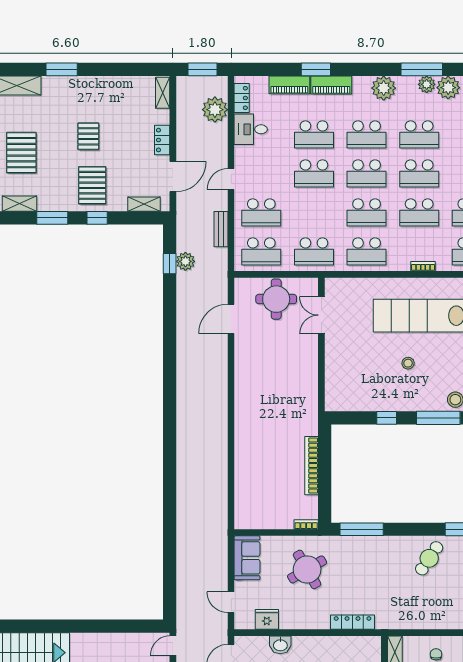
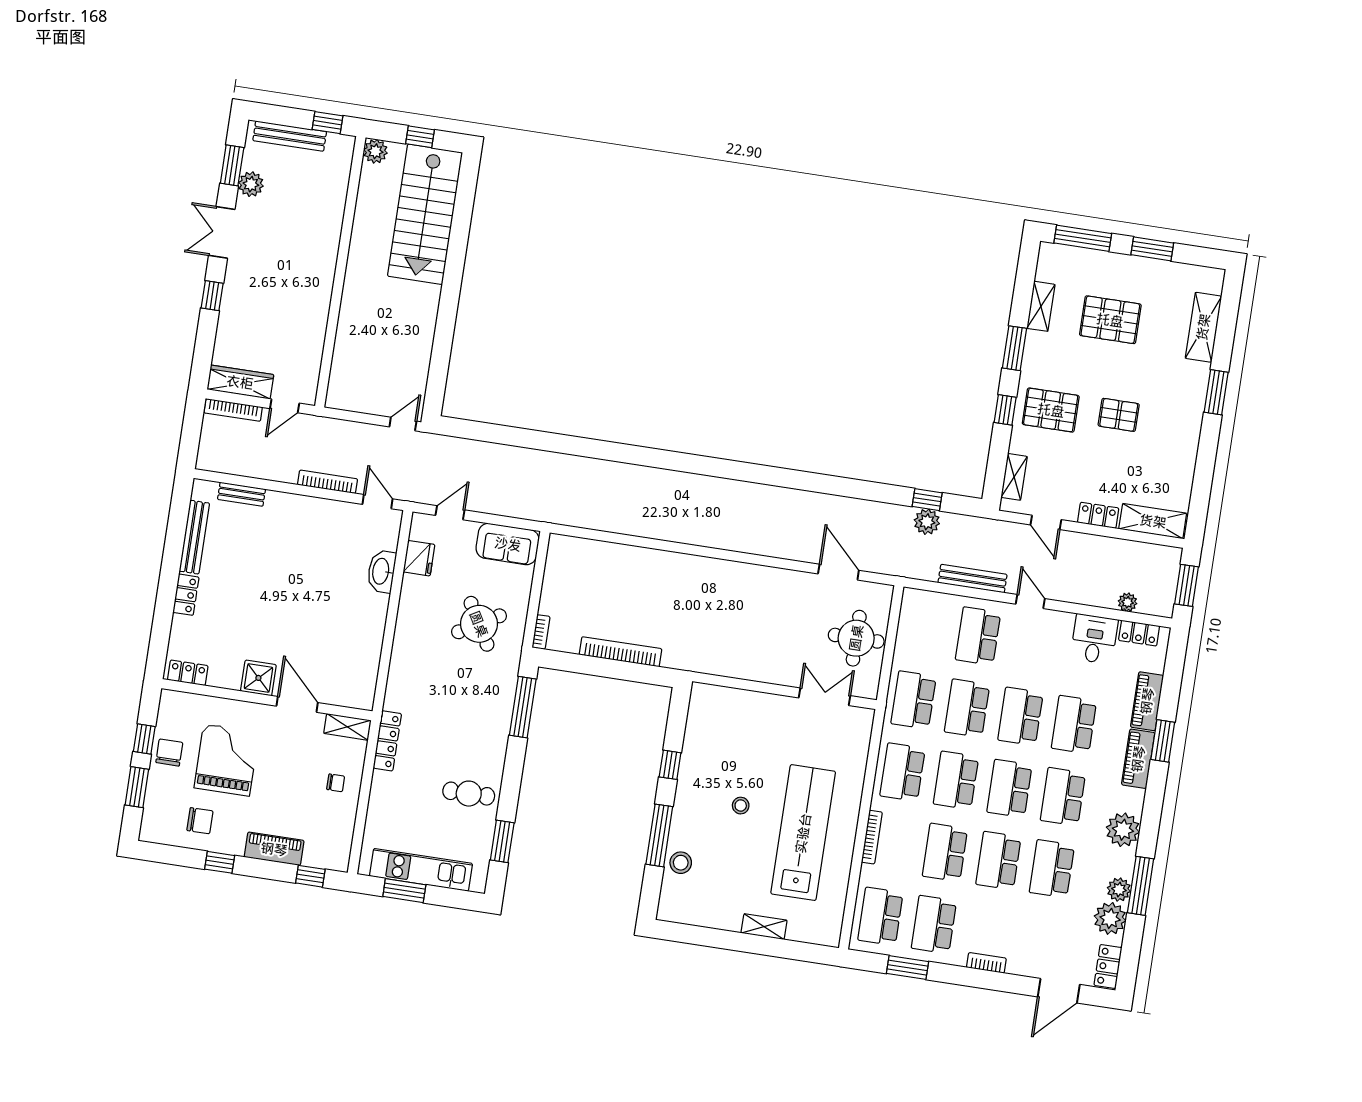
shelving: (163, 93) -> (1153, 521), width x1.50, depth x1.33
plant: (215, 110) -> (1128, 602), width x0.53, depth x0.53
door: (173, 177) -> (1046, 522), width x0.73
bench: (221, 229) -> (972, 579), width x1.36
school desk: (261, 251) -> (967, 708), moved
bookcase: (423, 266) -> (872, 837), width x1.56
cafe table: (429, 558) -> (469, 794), turned -34
locker: (353, 622) -> (387, 741), moved
door: (173, 645) -> (403, 424), hinge flipped
washbasin: (280, 645) -> (381, 571), width x1.38

